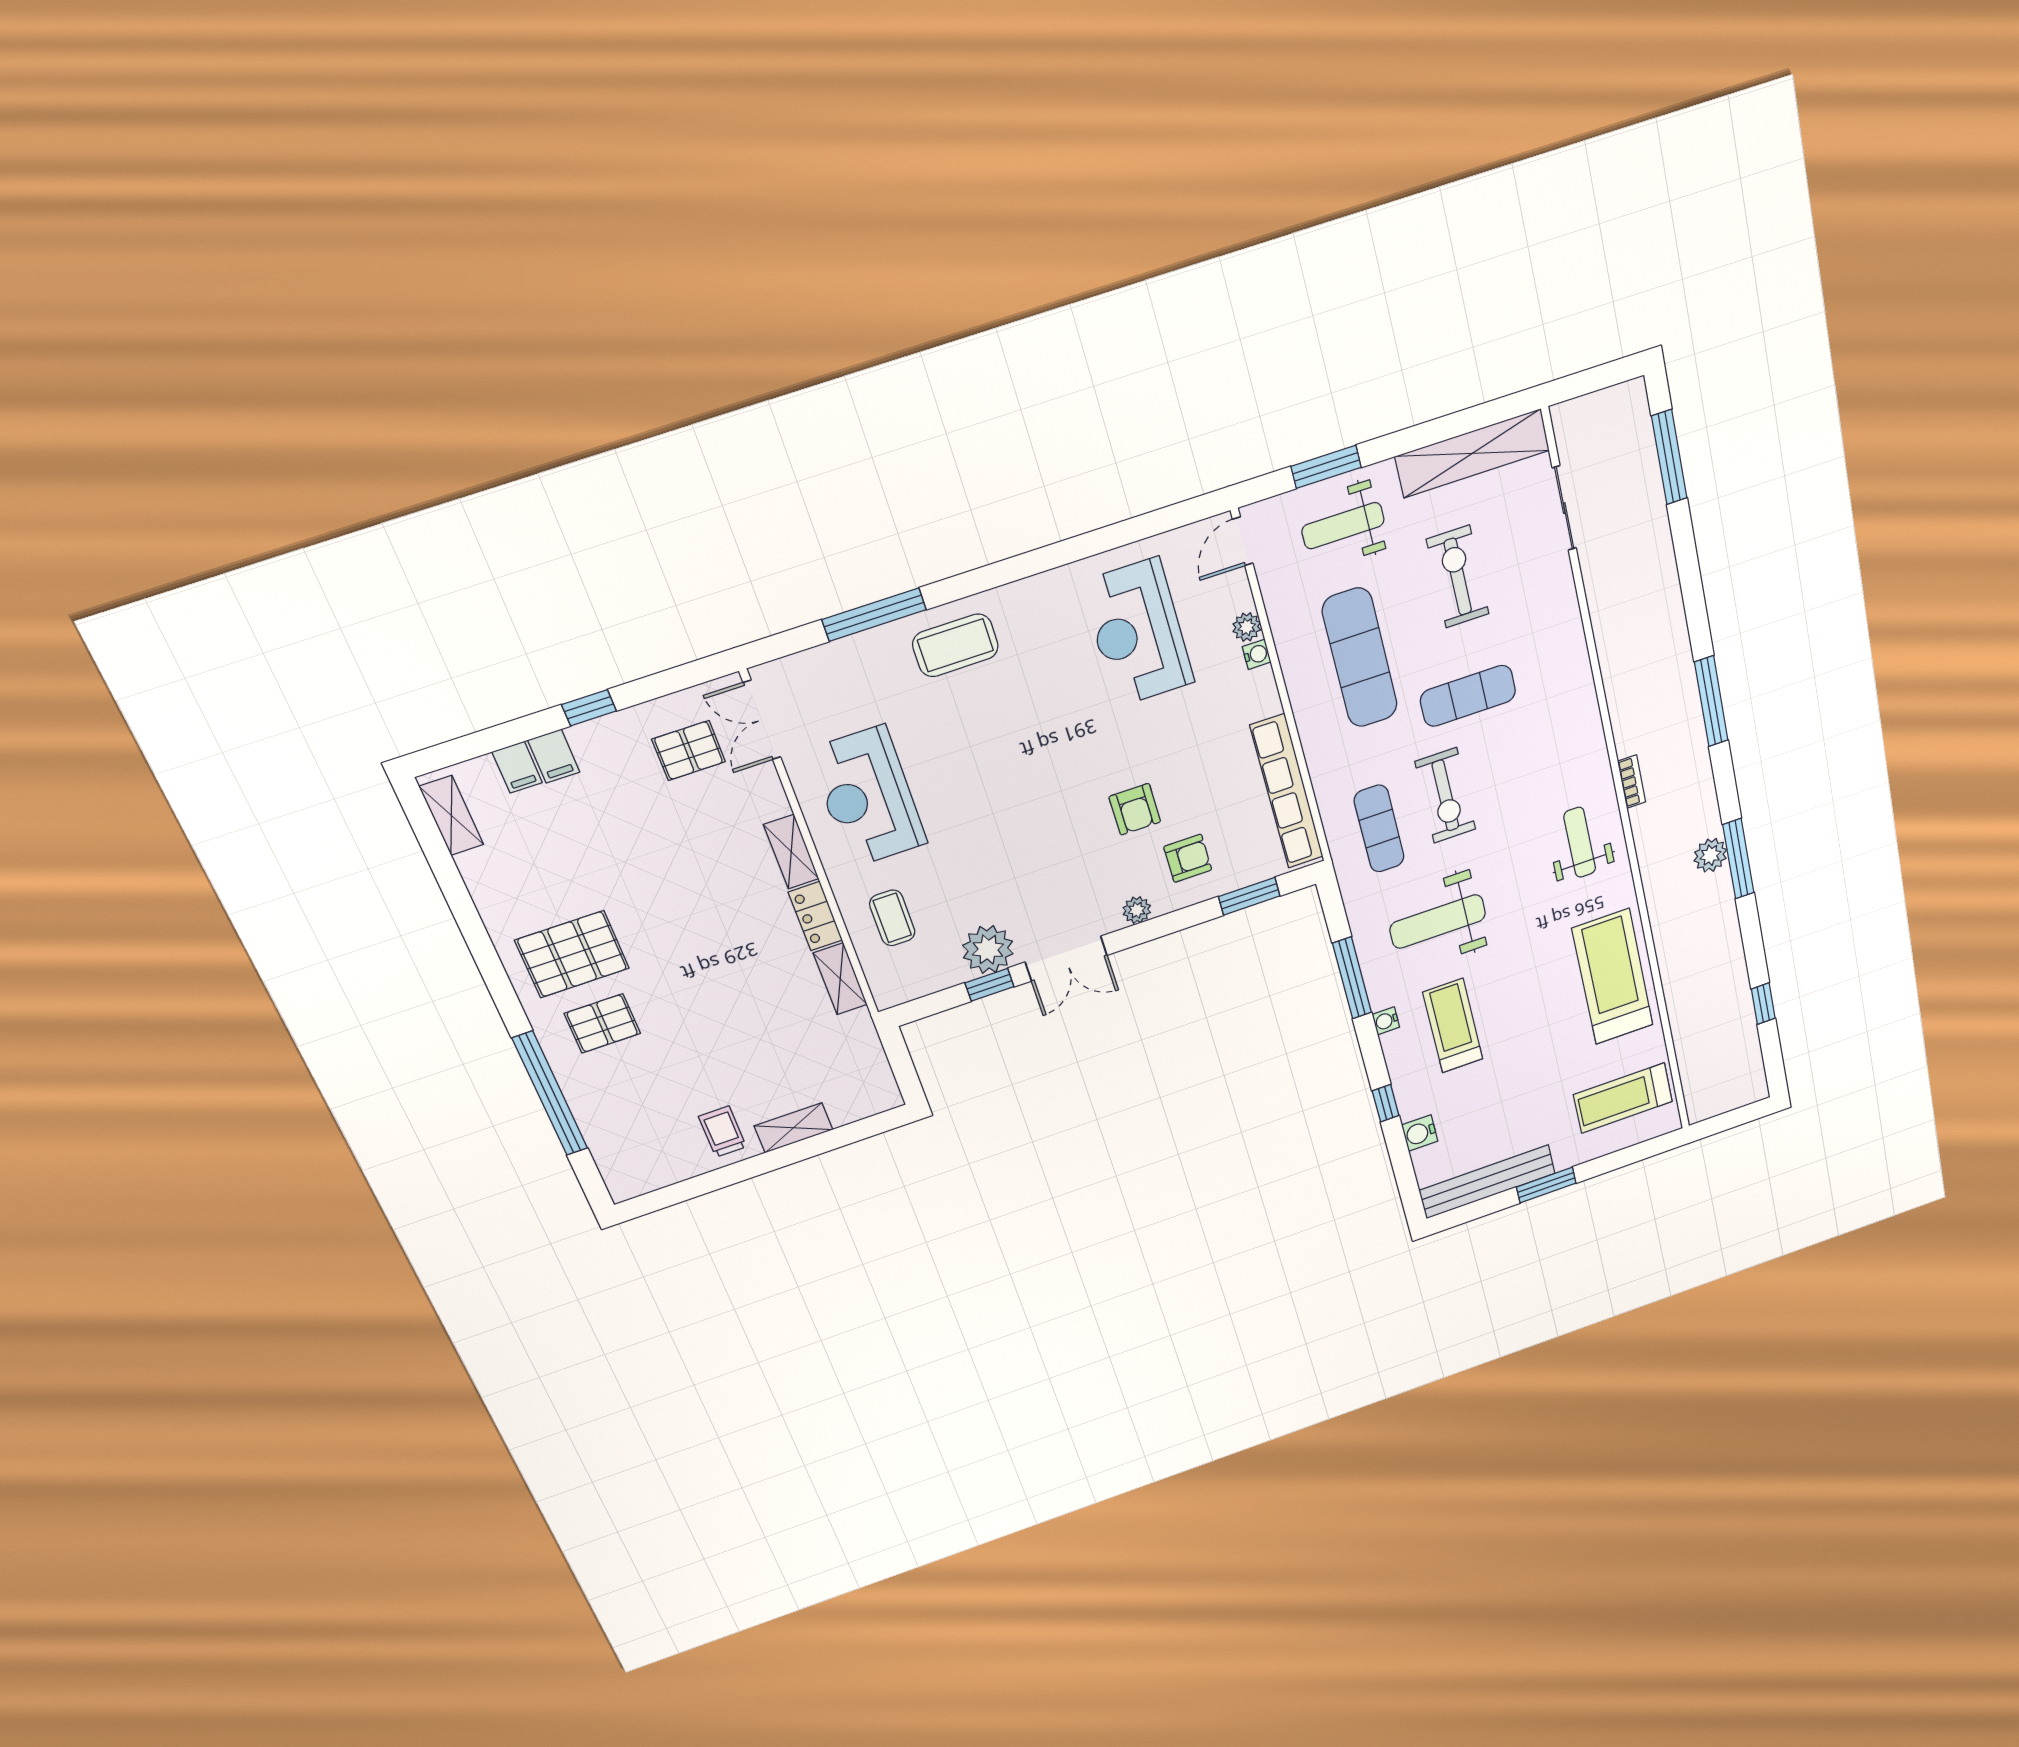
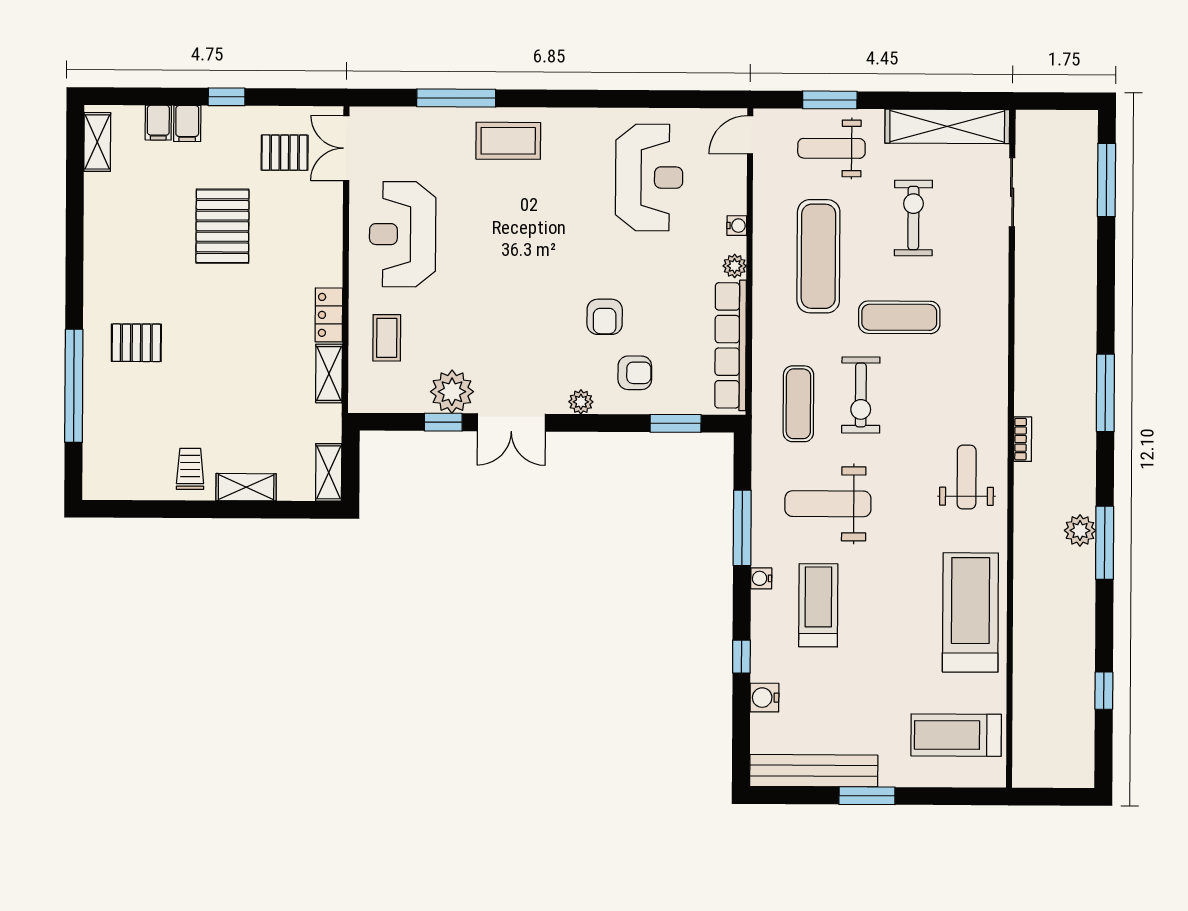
plant: (1247, 627) -> (735, 266), moved
reception desk: (1138, 633) -> (649, 177), turned 180
shelving: (791, 852) -> (329, 472), moved
pallet: (572, 954) -> (222, 226), moved, turned 90

